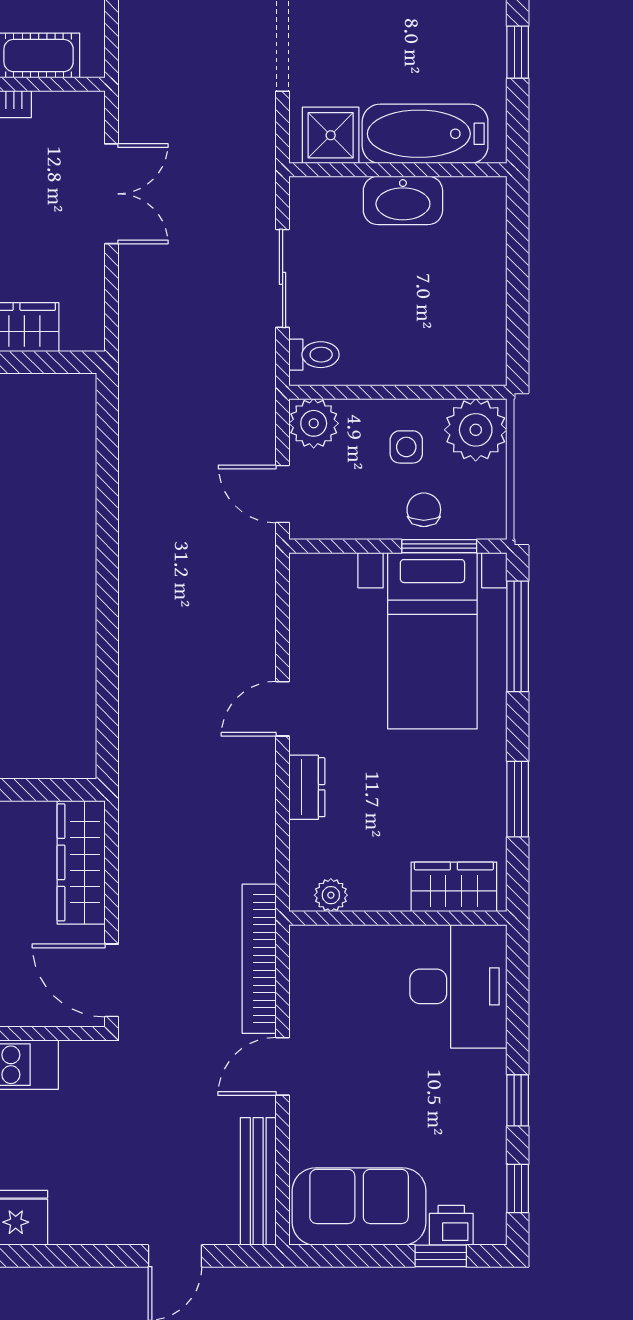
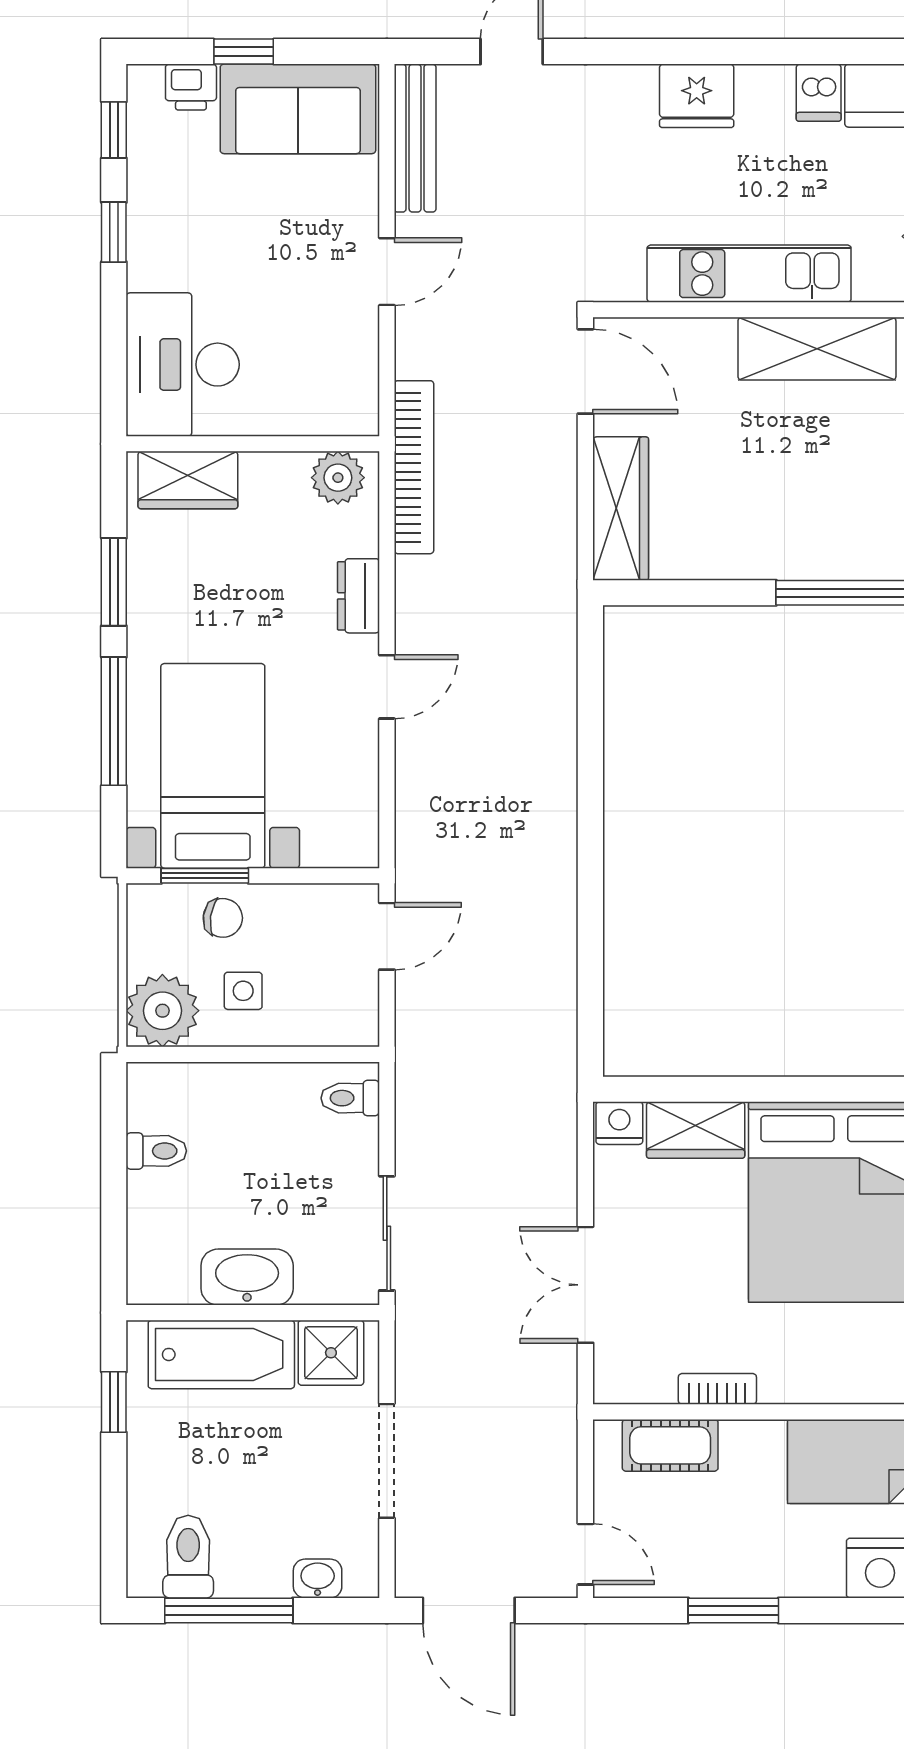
window: (518, 52) -> (114, 1402), moved
sliding door: (283, 278) -> (387, 1233), moved
toilet: (481, 309) -> (156, 1151), added
nightstand: (82, 333) -> (619, 1123), added
plant: (314, 423) -> (351, 1018), removed
door: (283, 494) -> (387, 936), hinge flipped
chair: (424, 510) -> (223, 918), turned -82
window: (518, 636) -> (114, 721), moved
plant: (331, 895) -> (338, 478), width x1.38, depth x1.38
bookcase: (259, 959) -> (414, 467), moved
window: (441, 1256) -> (244, 52), moved

